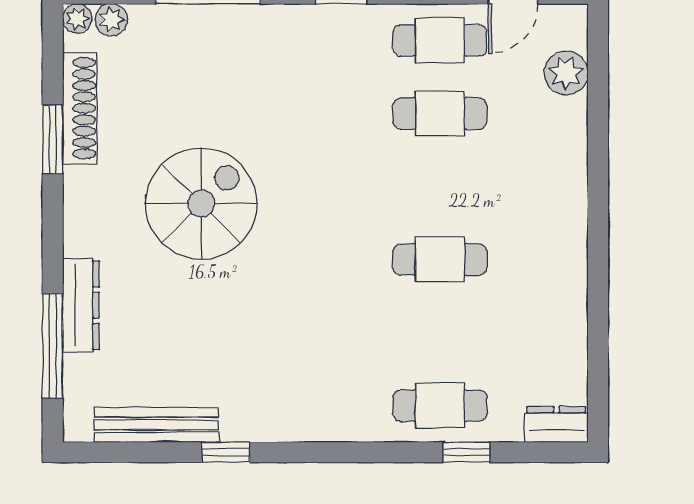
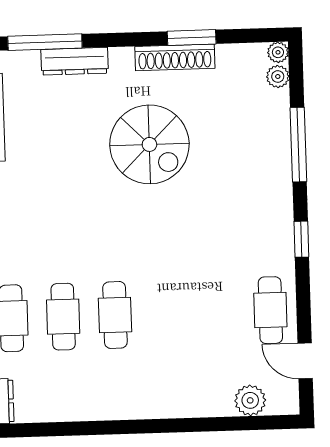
shoe rack: (80, 108) -> (175, 57), moved
cafe table: (440, 113) -> (63, 317), moved

